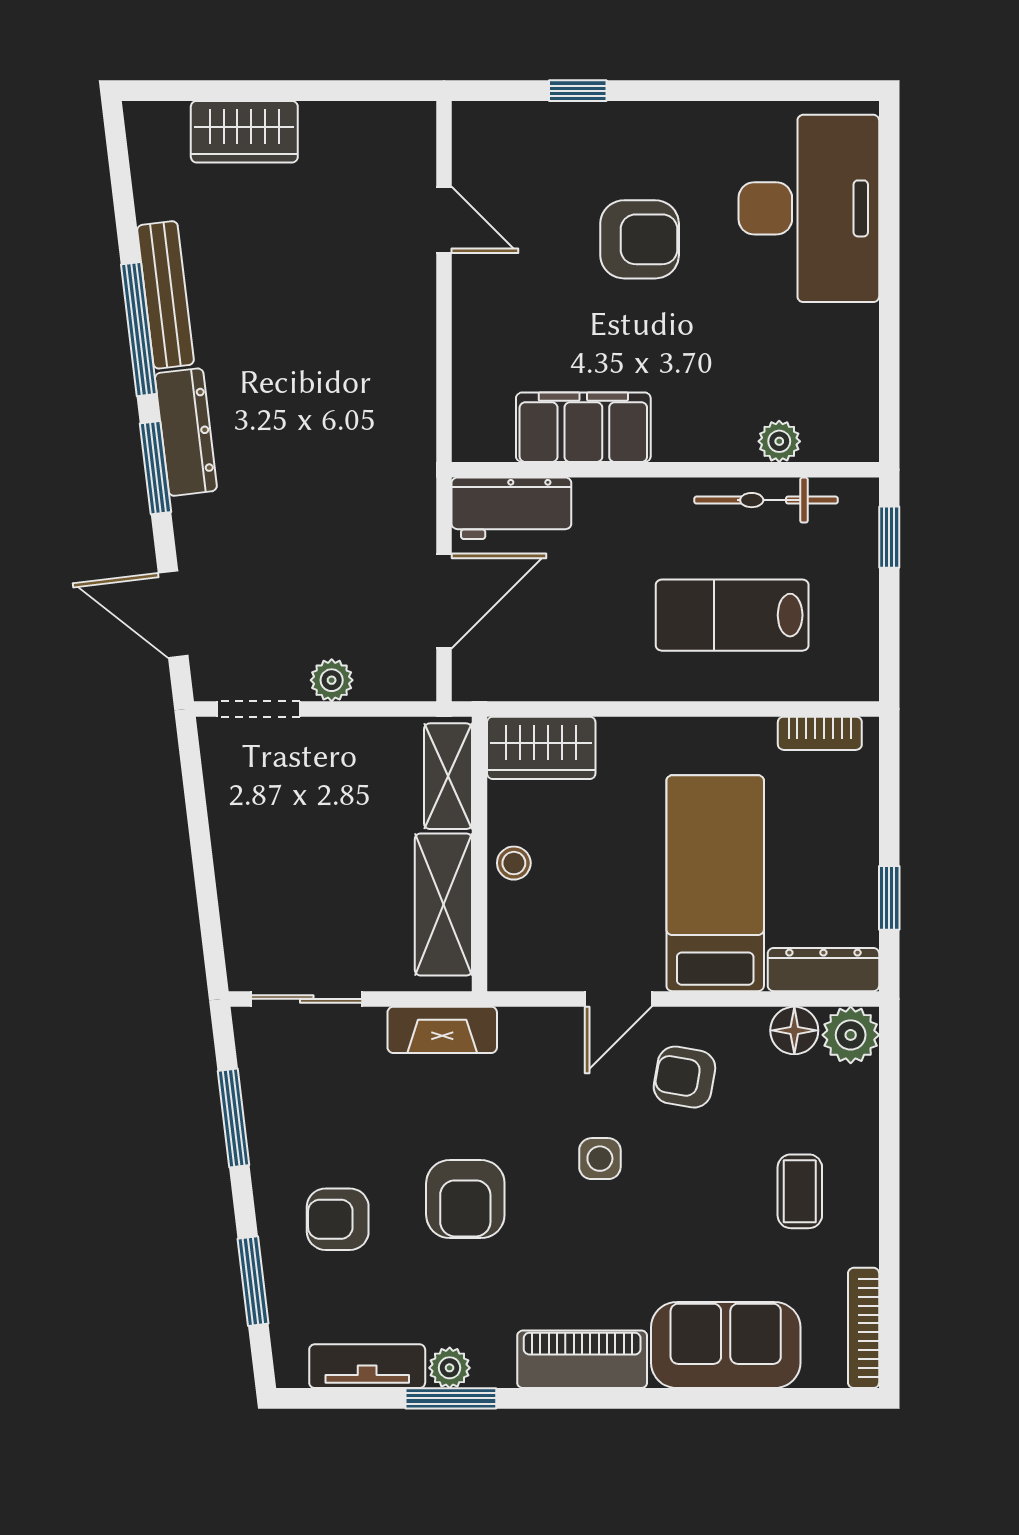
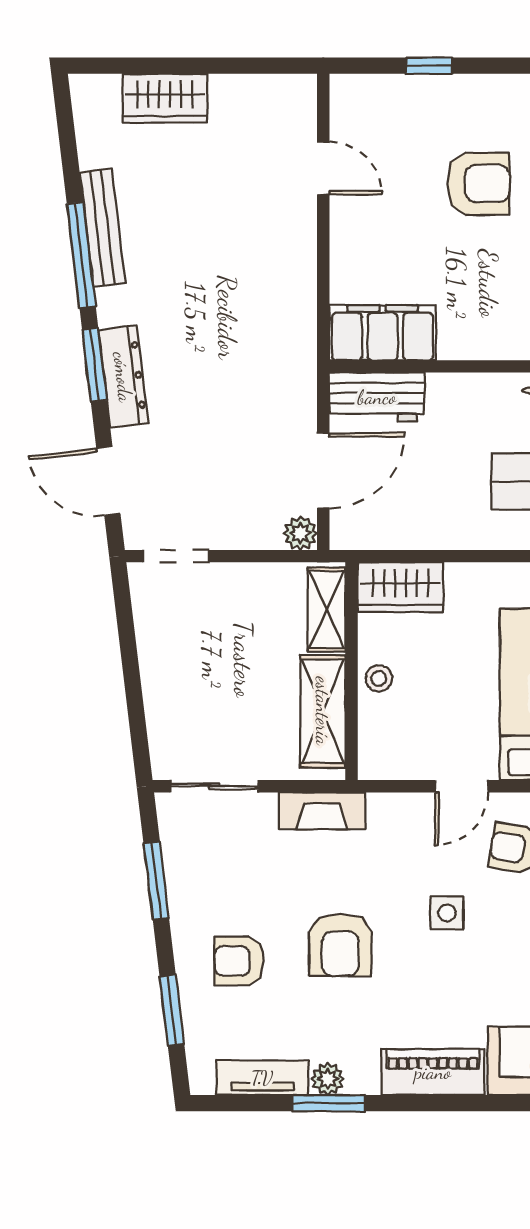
filing cabinet: (583, 427) -> (383, 333), moved
dresser: (186, 432) -> (123, 377), moved
plant: (332, 680) -> (300, 533), moved

